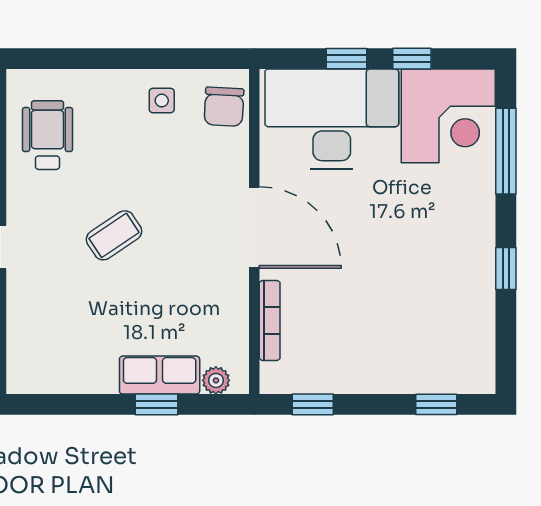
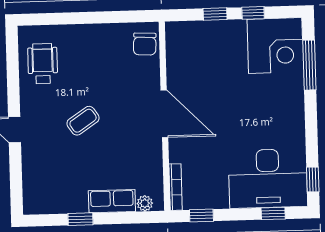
side table: (162, 101) -> (108, 42), removed
desk: (332, 119) -> (268, 179), moved, turned 180
window: (506, 269) -> (313, 180), moved
bookcase: (270, 320) -> (176, 187), moved
window: (157, 404) -> (80, 219), moved

